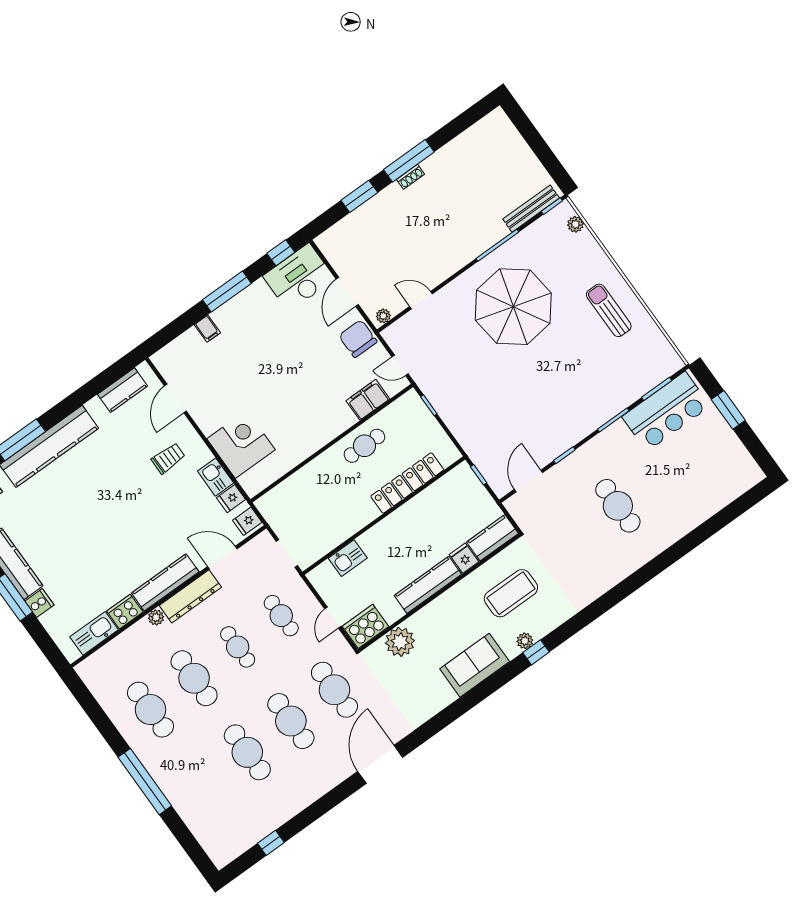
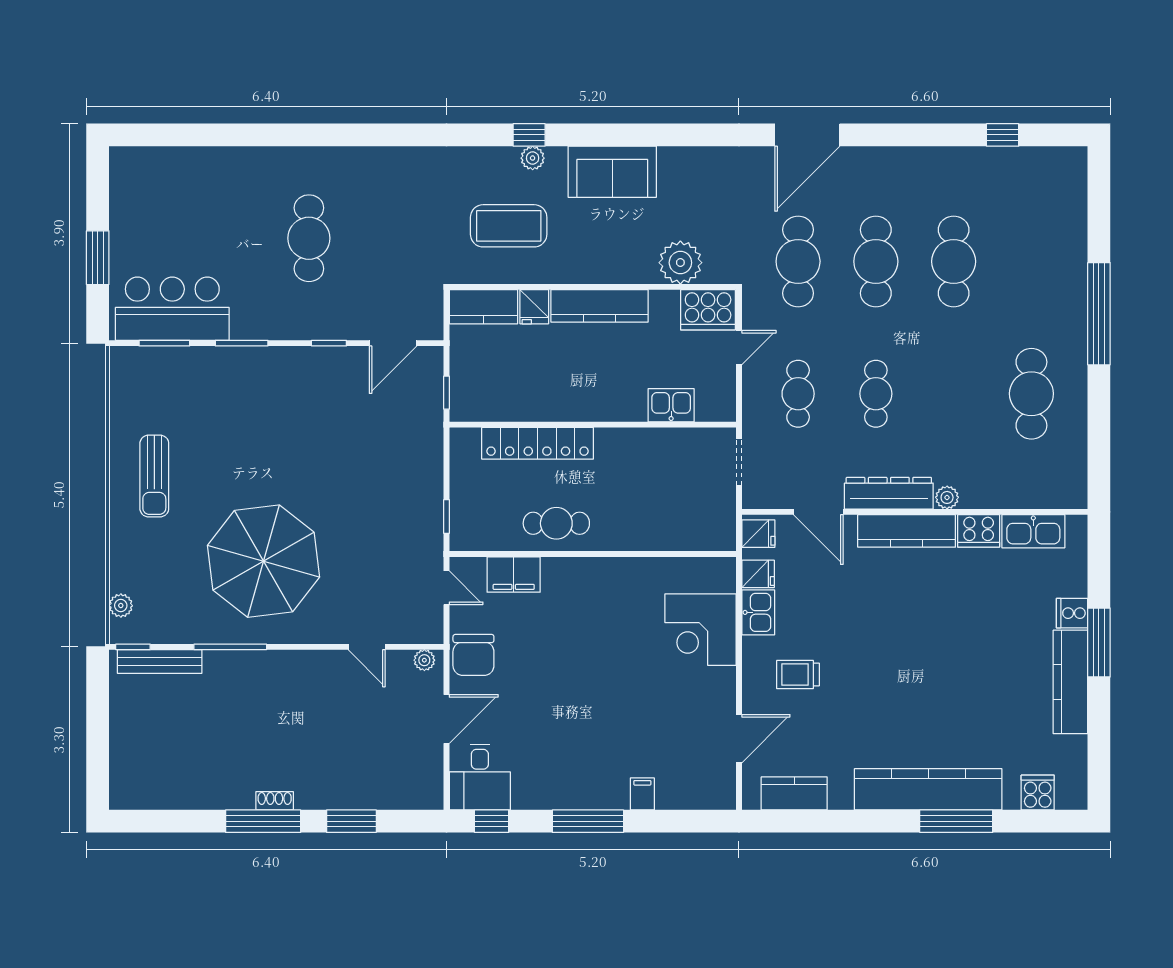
desk: (299, 277) -> (480, 777), width x0.73
cafe table: (194, 678) -> (954, 394), removed

